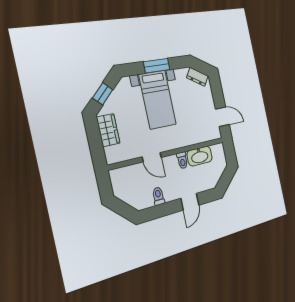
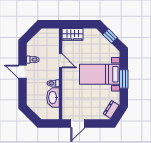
wardrobe: (108, 130) -> (73, 34), moved
door: (152, 157) -> (61, 61), swing flipped
door: (190, 202) -> (23, 72), moved

